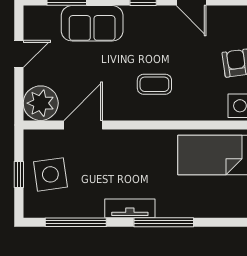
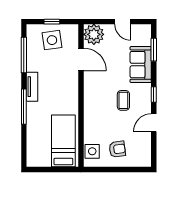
coffee table: (154, 84) -> (123, 100), moved

